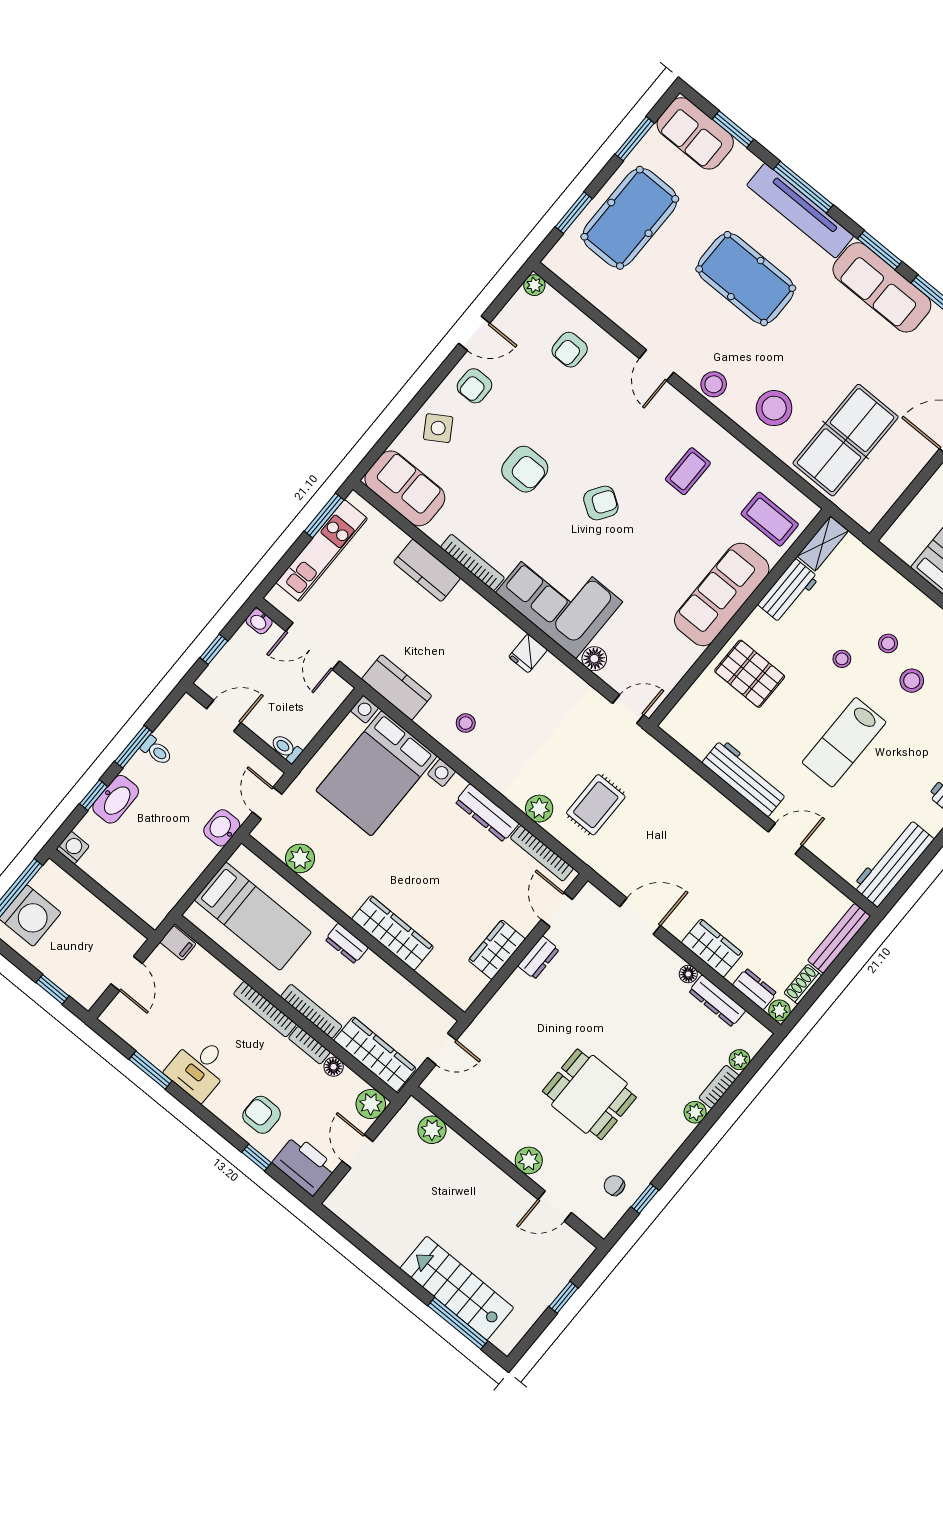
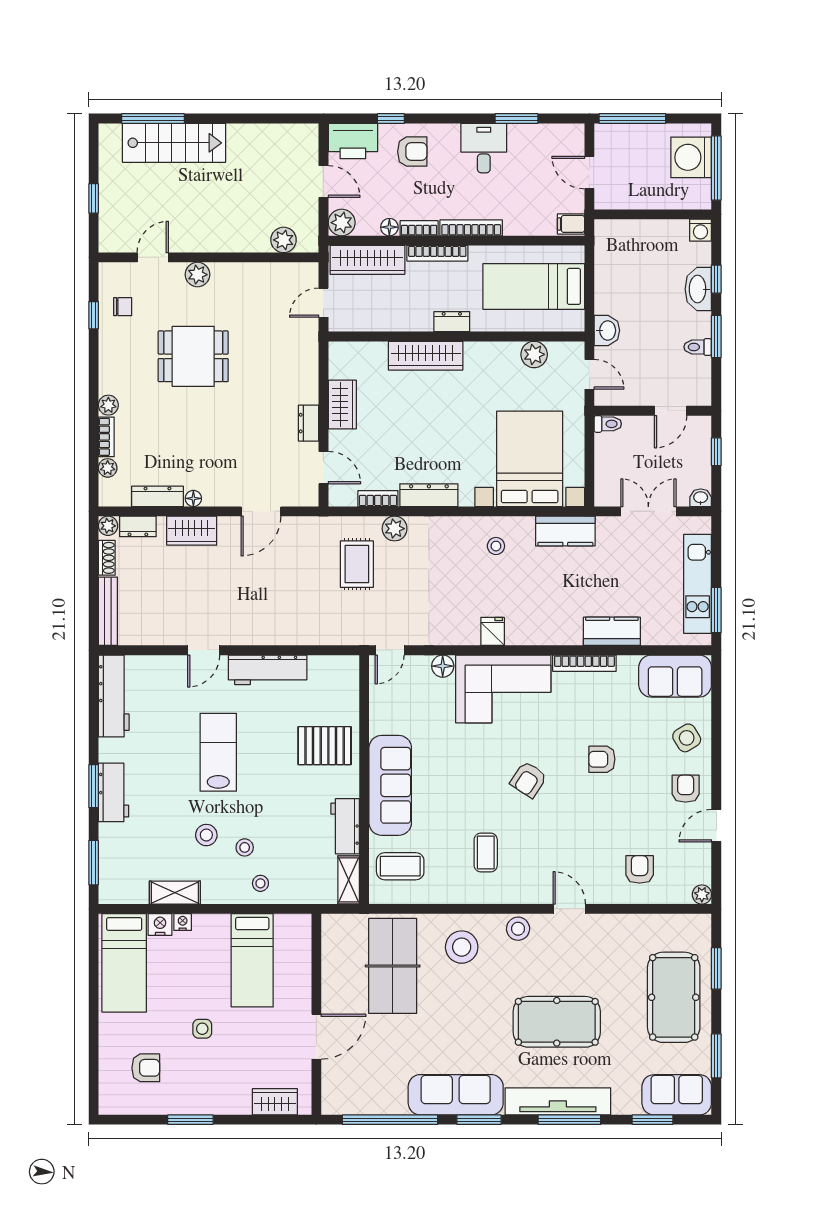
armchair: (525, 469) -> (602, 759), width x0.72, depth x0.72
stool: (842, 659) -> (260, 883), moved
bookcase: (542, 853) -> (378, 499), width x0.64
window: (53, 989) -> (632, 119), width x2.17

